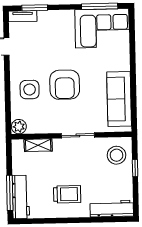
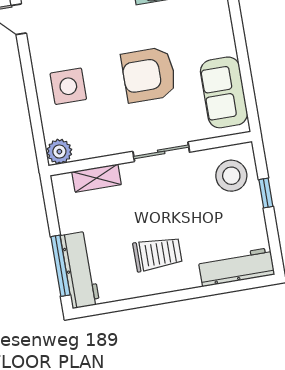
armchair: (65, 85) -> (149, 75), moved, turned 90
sofa: (119, 99) -> (224, 92), width x0.73

